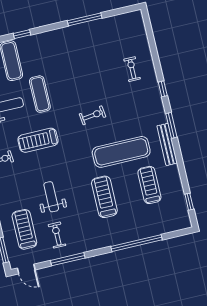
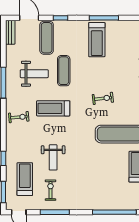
window: (85, 19) -> (104, 18), moved
weight bench: (51, 197) -> (53, 157), turned 180
treadmill: (104, 197) -> (97, 40), moved, turned 180

